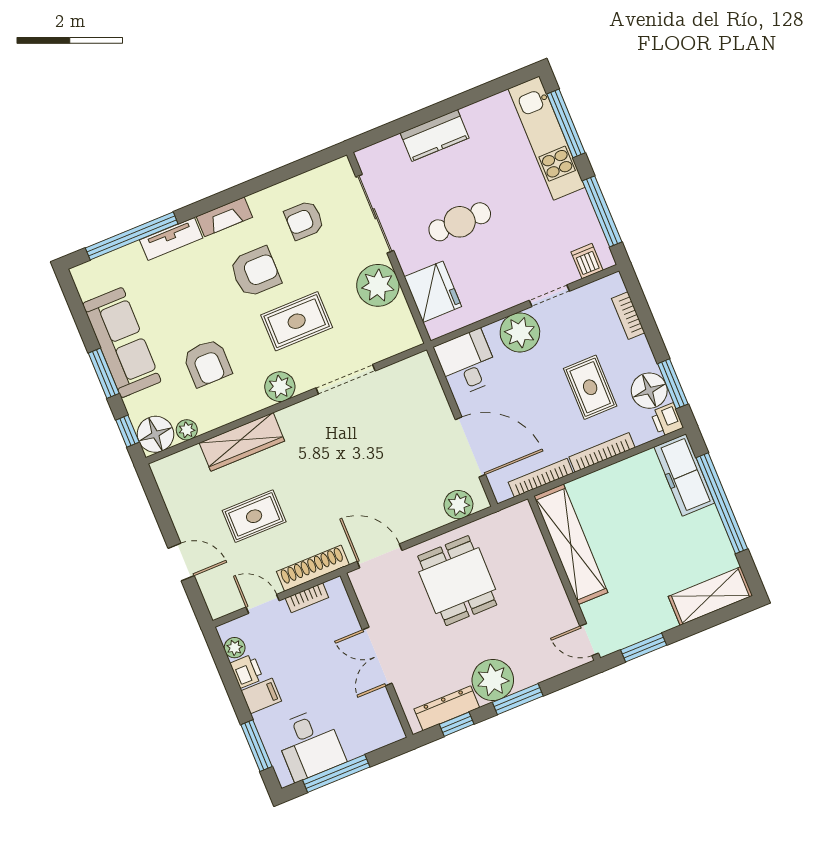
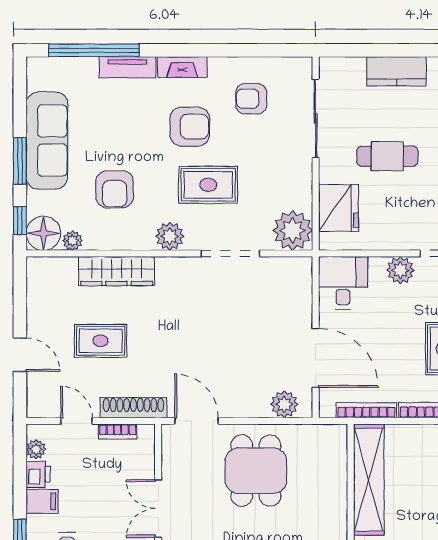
plant: (378, 285) -> (293, 230), moved
plant: (520, 333) -> (400, 270), width x0.73, depth x0.73

